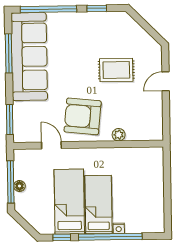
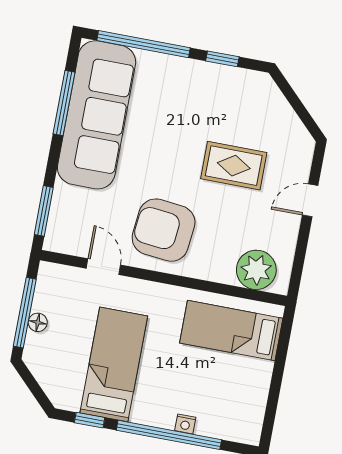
plant: (119, 135) -> (256, 270), moved, width x1.87, depth x1.87
bed: (98, 205) -> (231, 331), moved, turned -90

